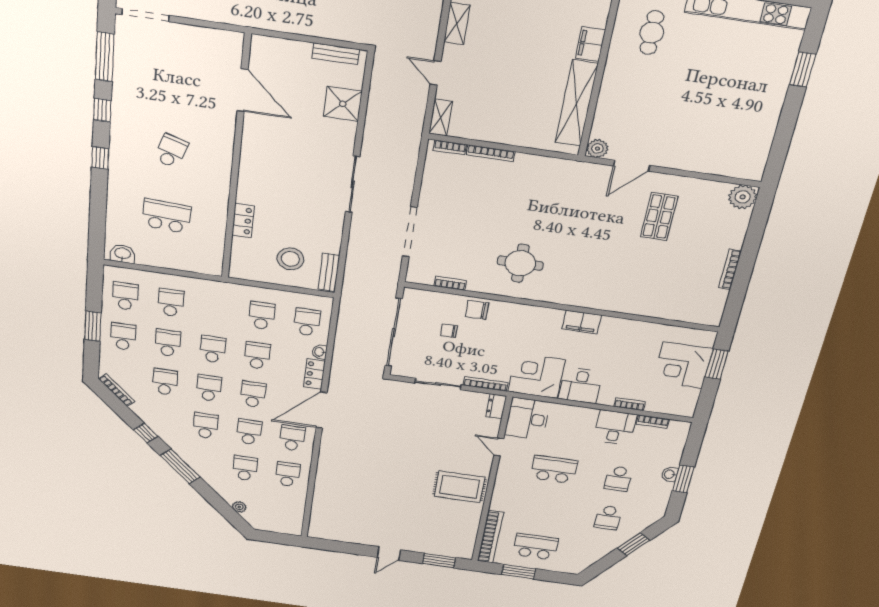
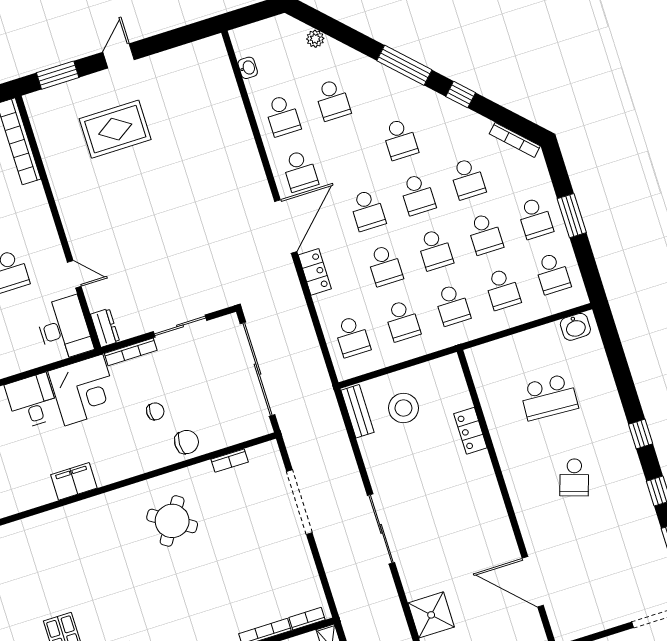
round table: (520, 263) -> (172, 521), turned 33
chair: (449, 331) -> (155, 411), moved
washbasin: (320, 352) -> (248, 68), moved
school desk: (249, 432) -> (452, 305), moved
rug: (460, 487) -> (115, 129), moved

